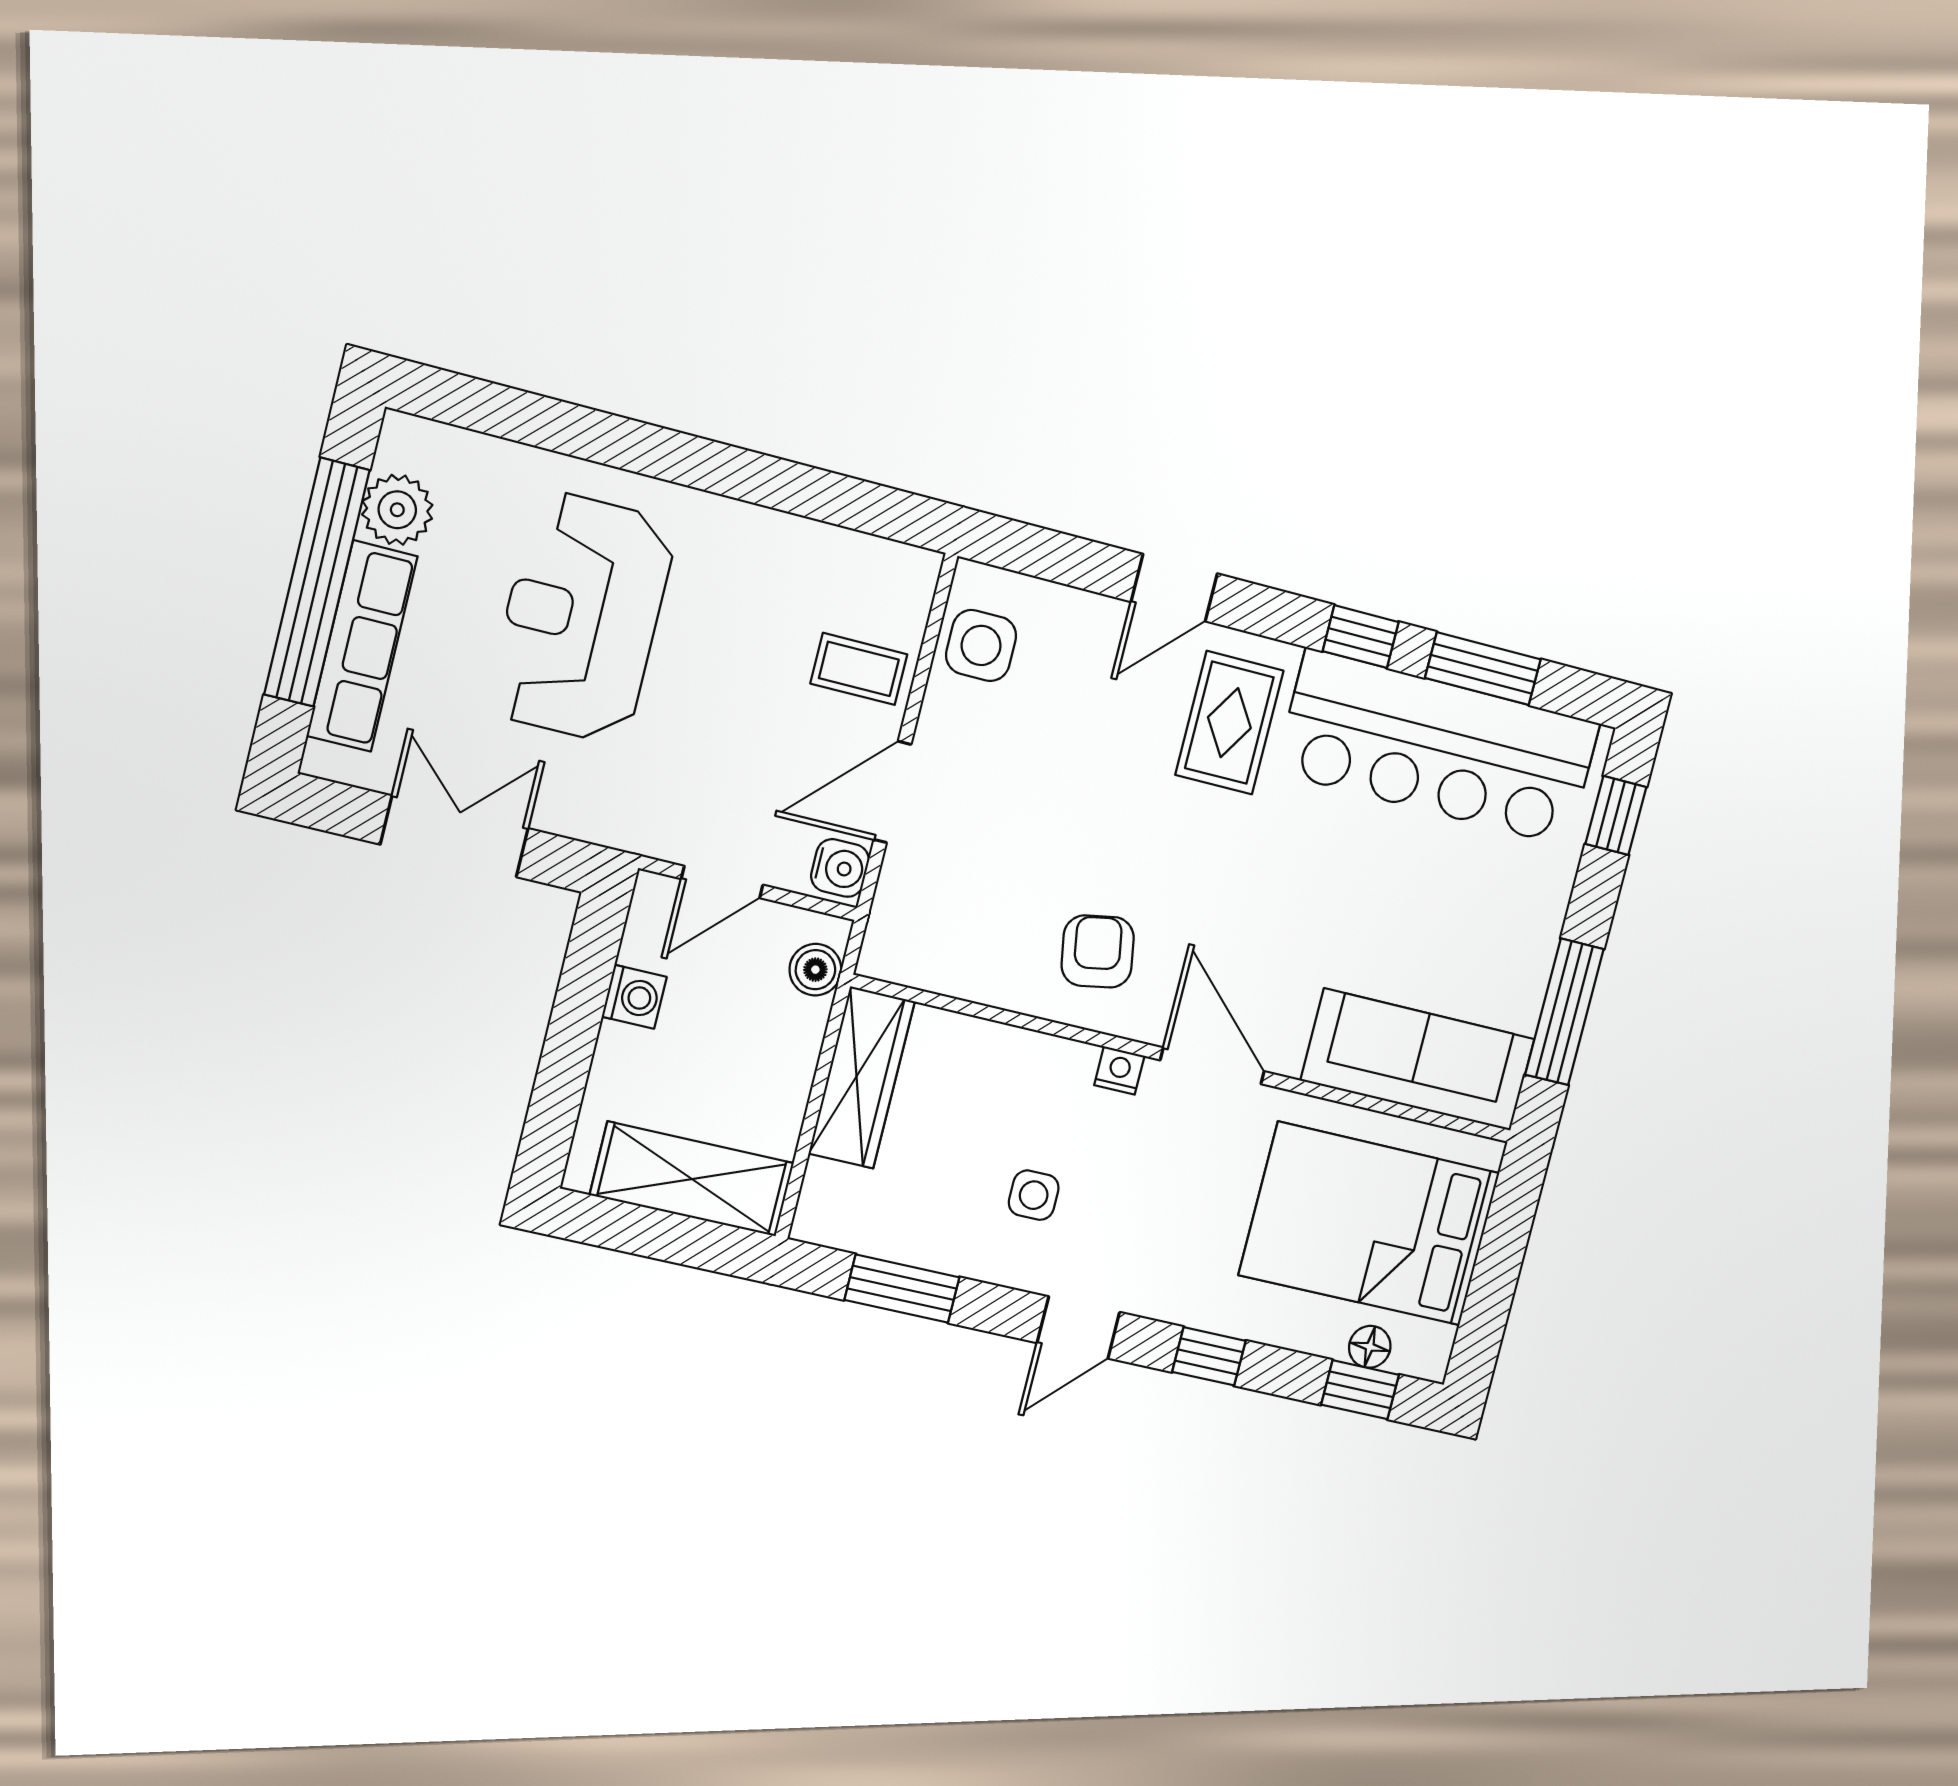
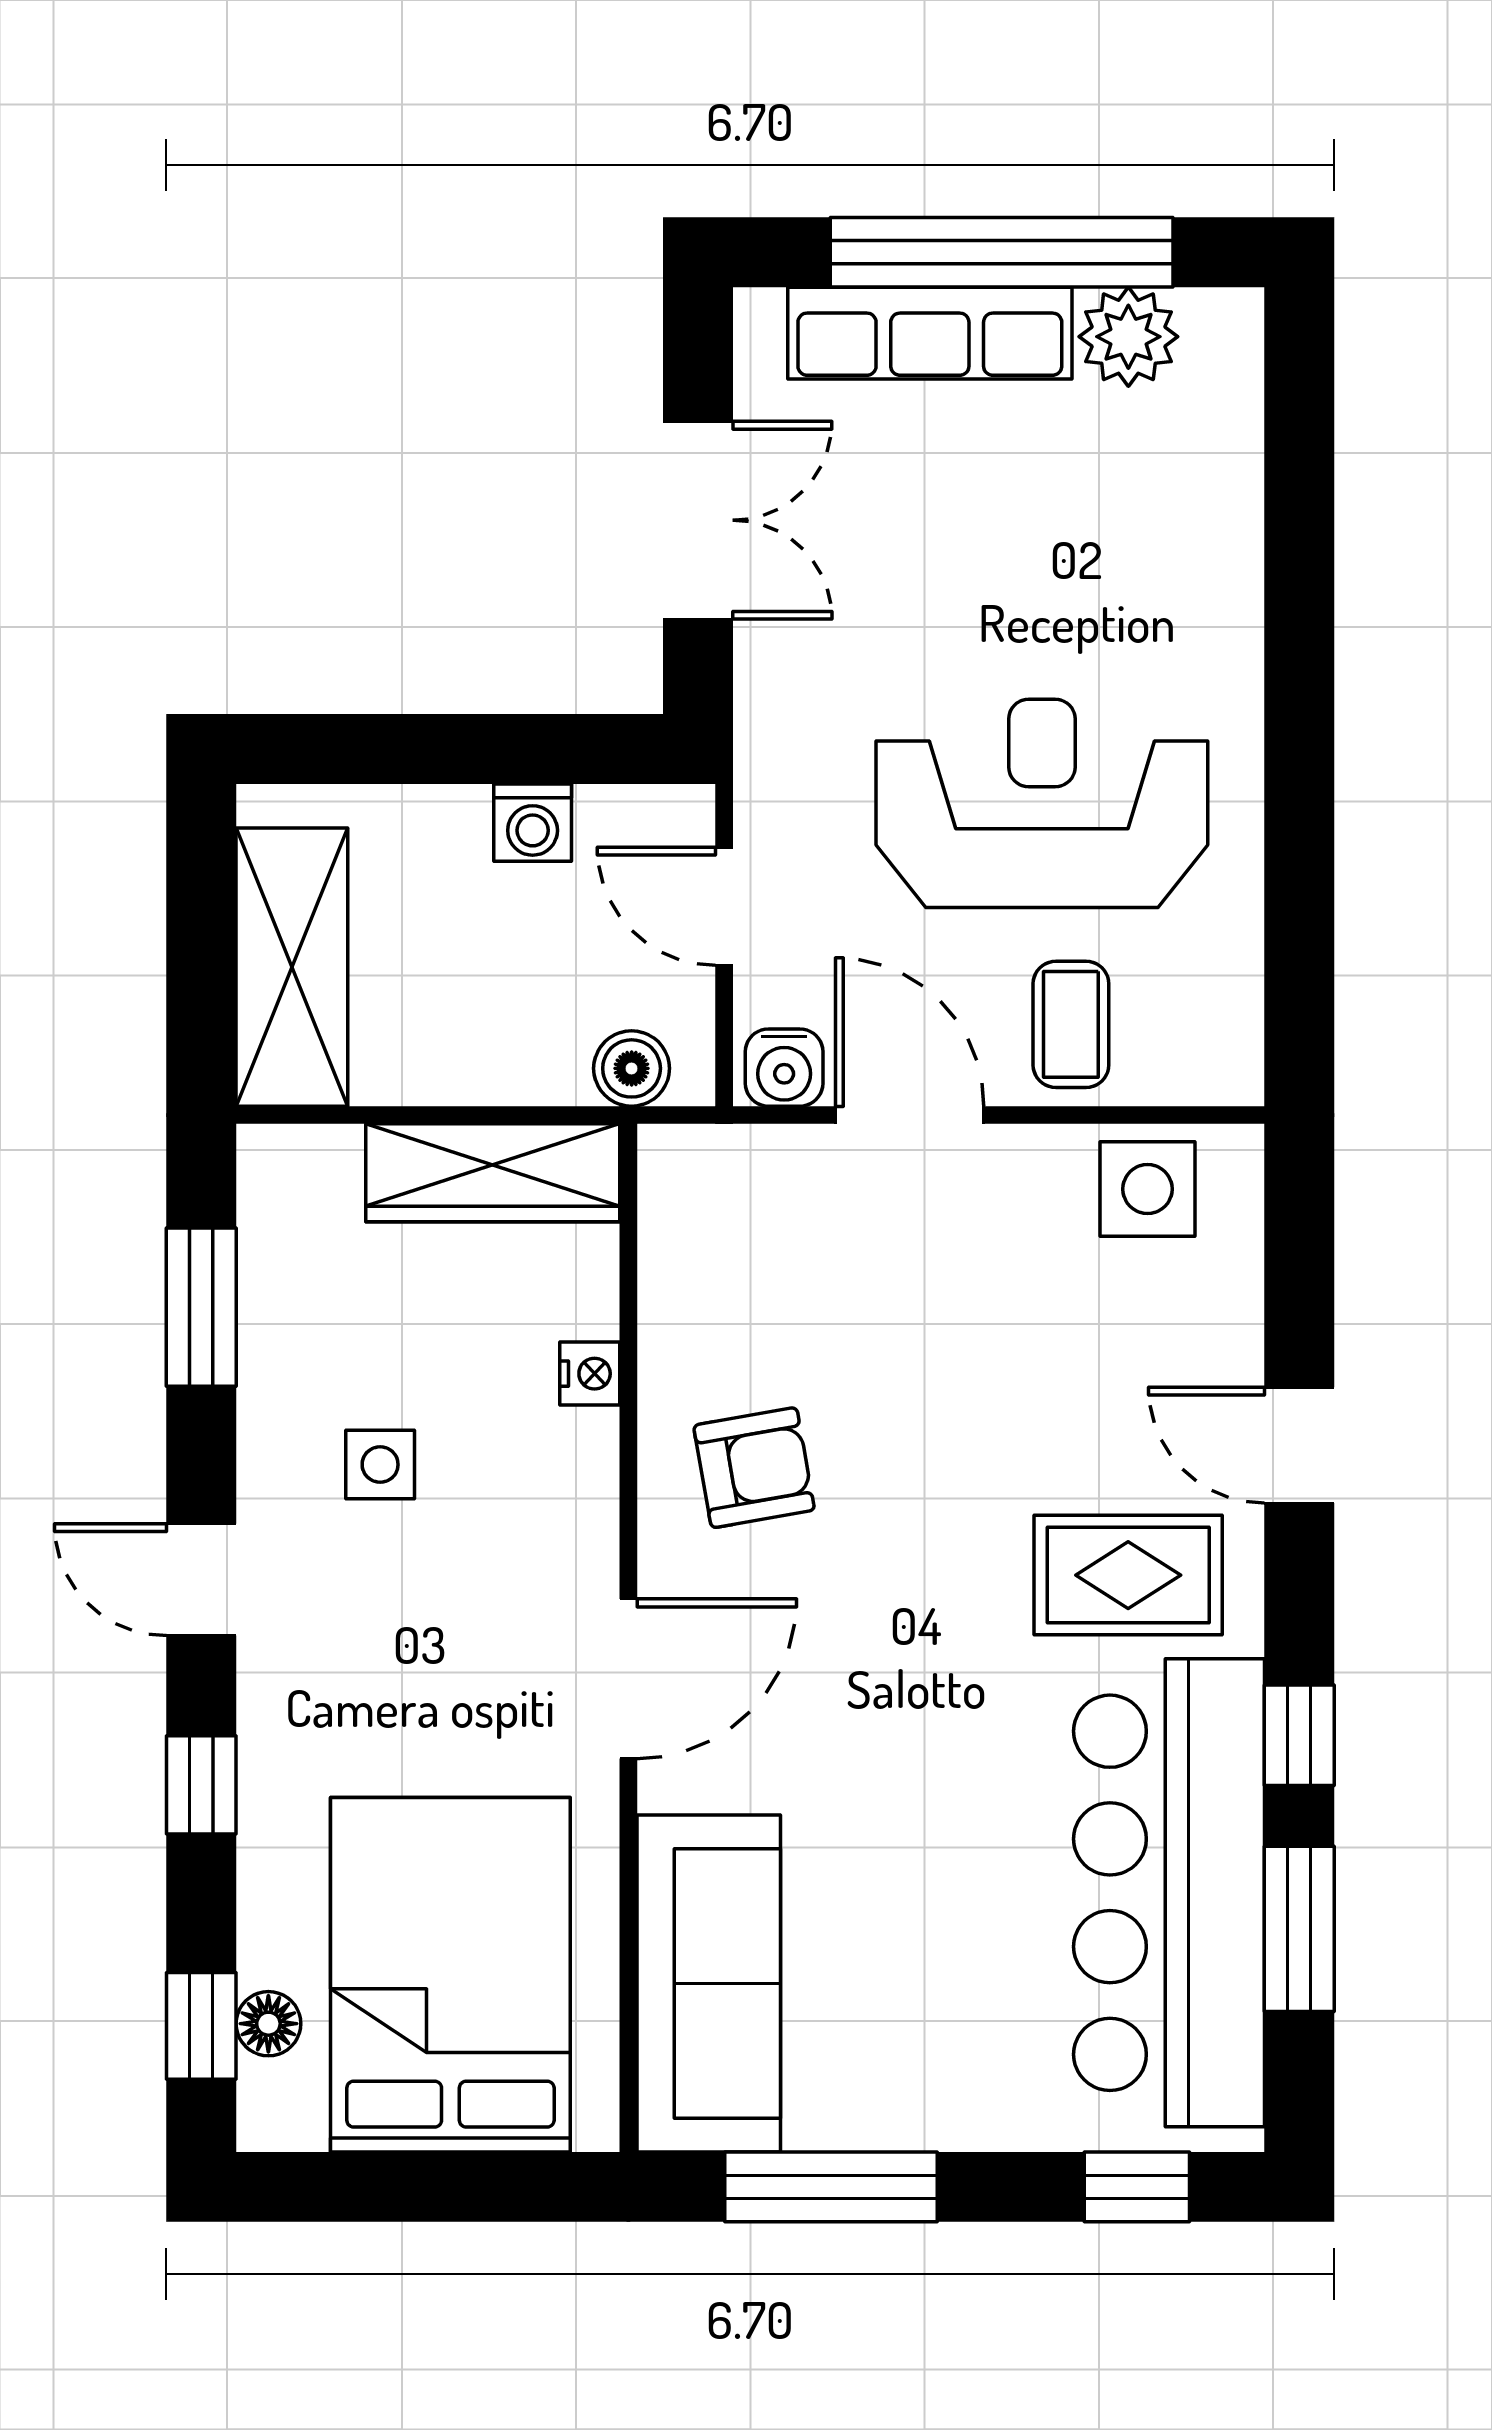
reception desk: (582, 617) -> (1042, 803), moved
nightstand: (1119, 1071) -> (590, 1374), moved

